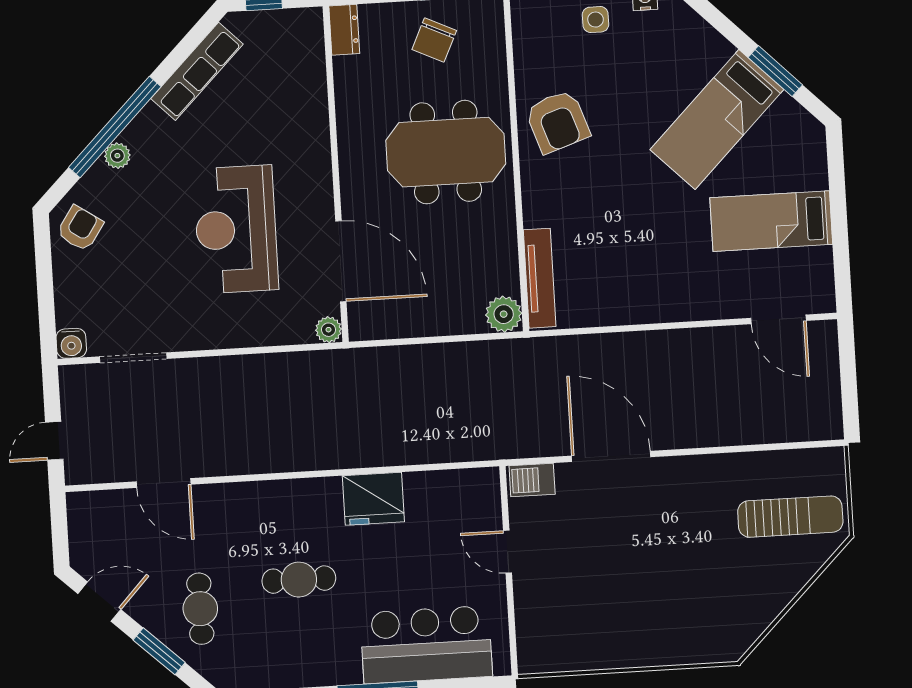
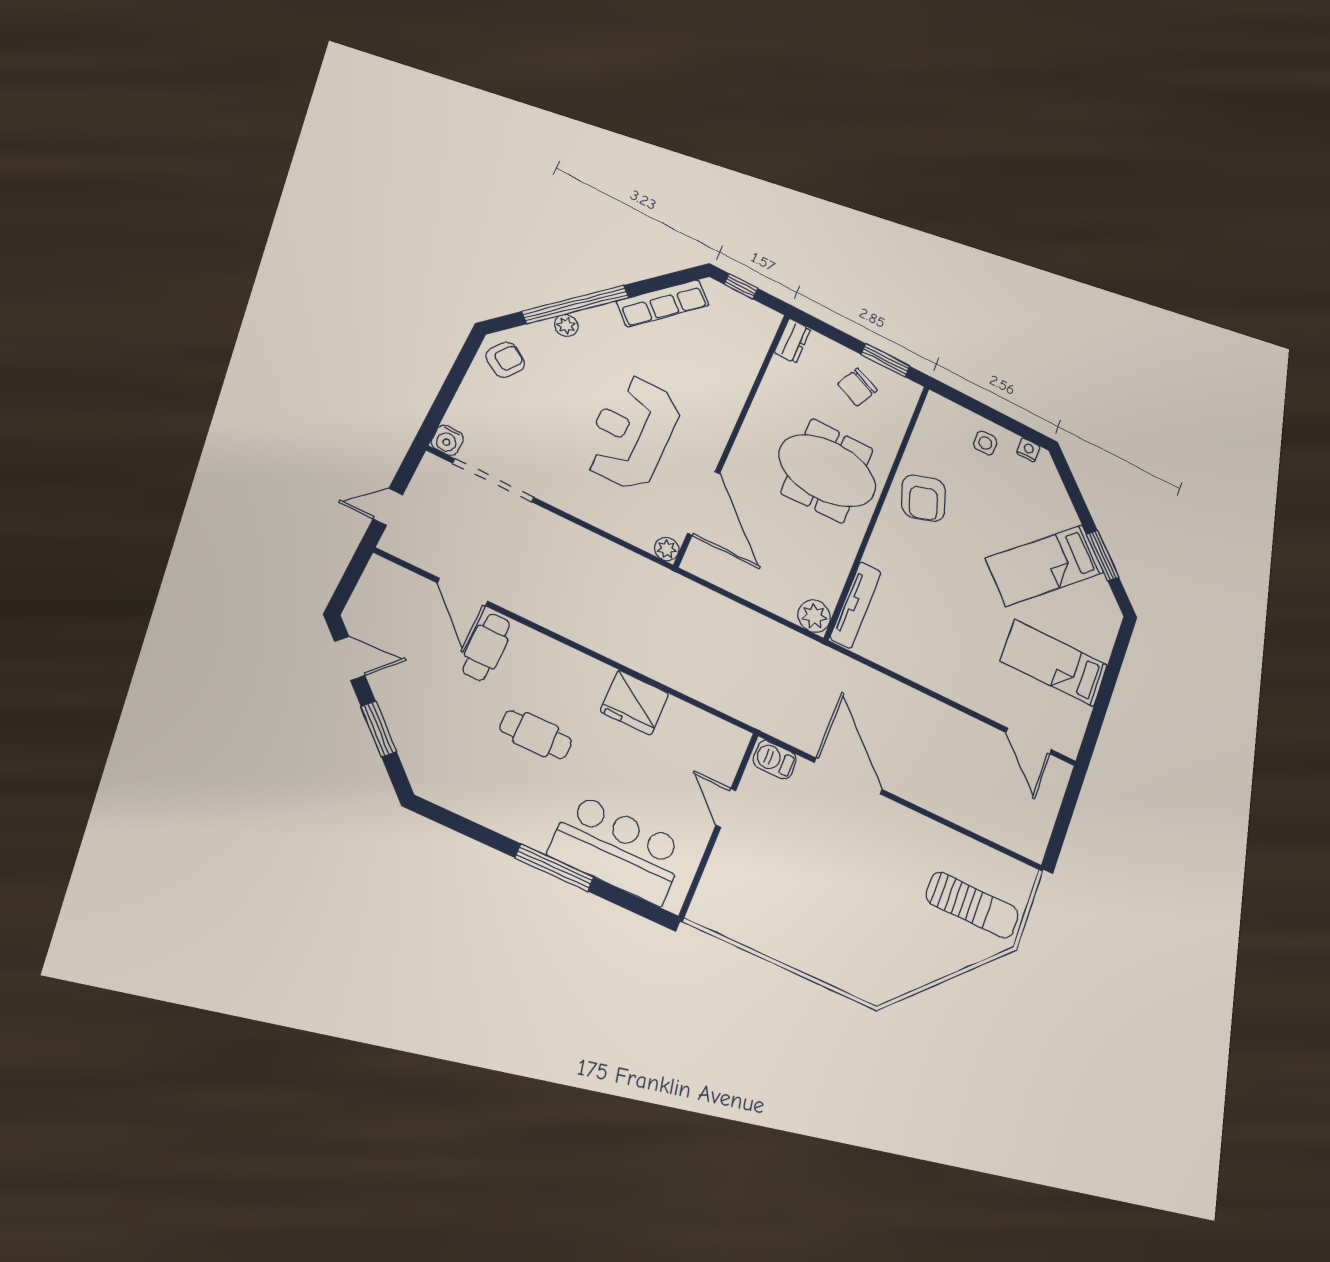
doorway: (133, 358) -> (493, 480), width x1.36
cafe table: (200, 609) -> (486, 647), moved

